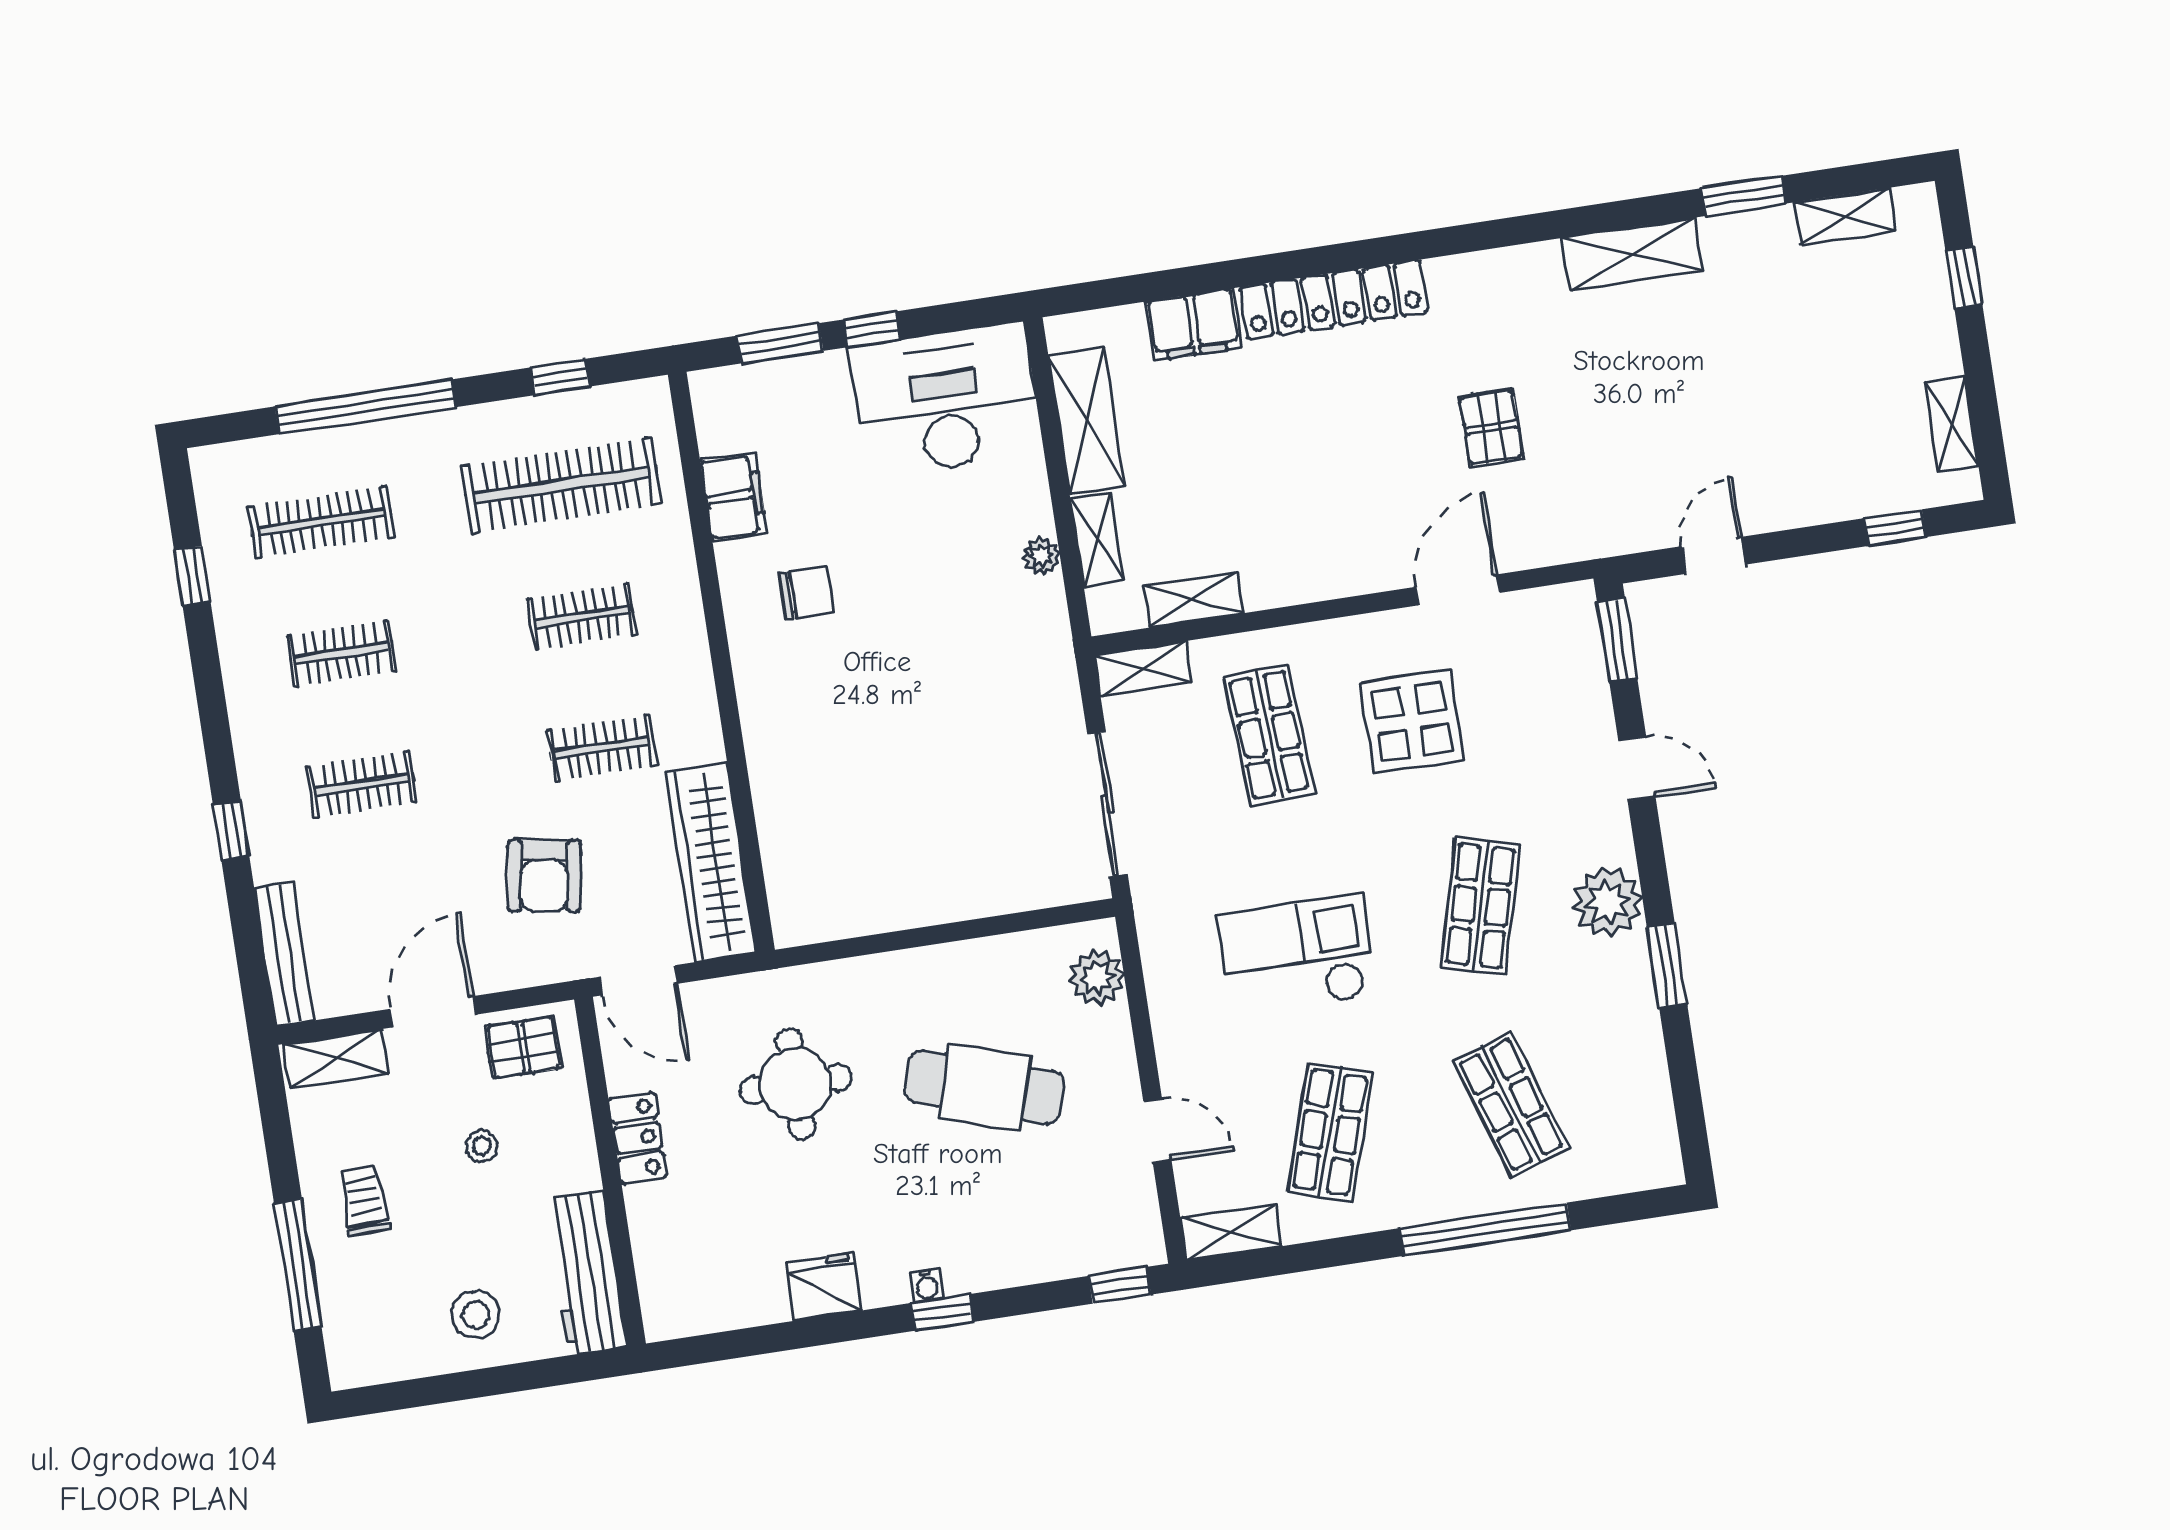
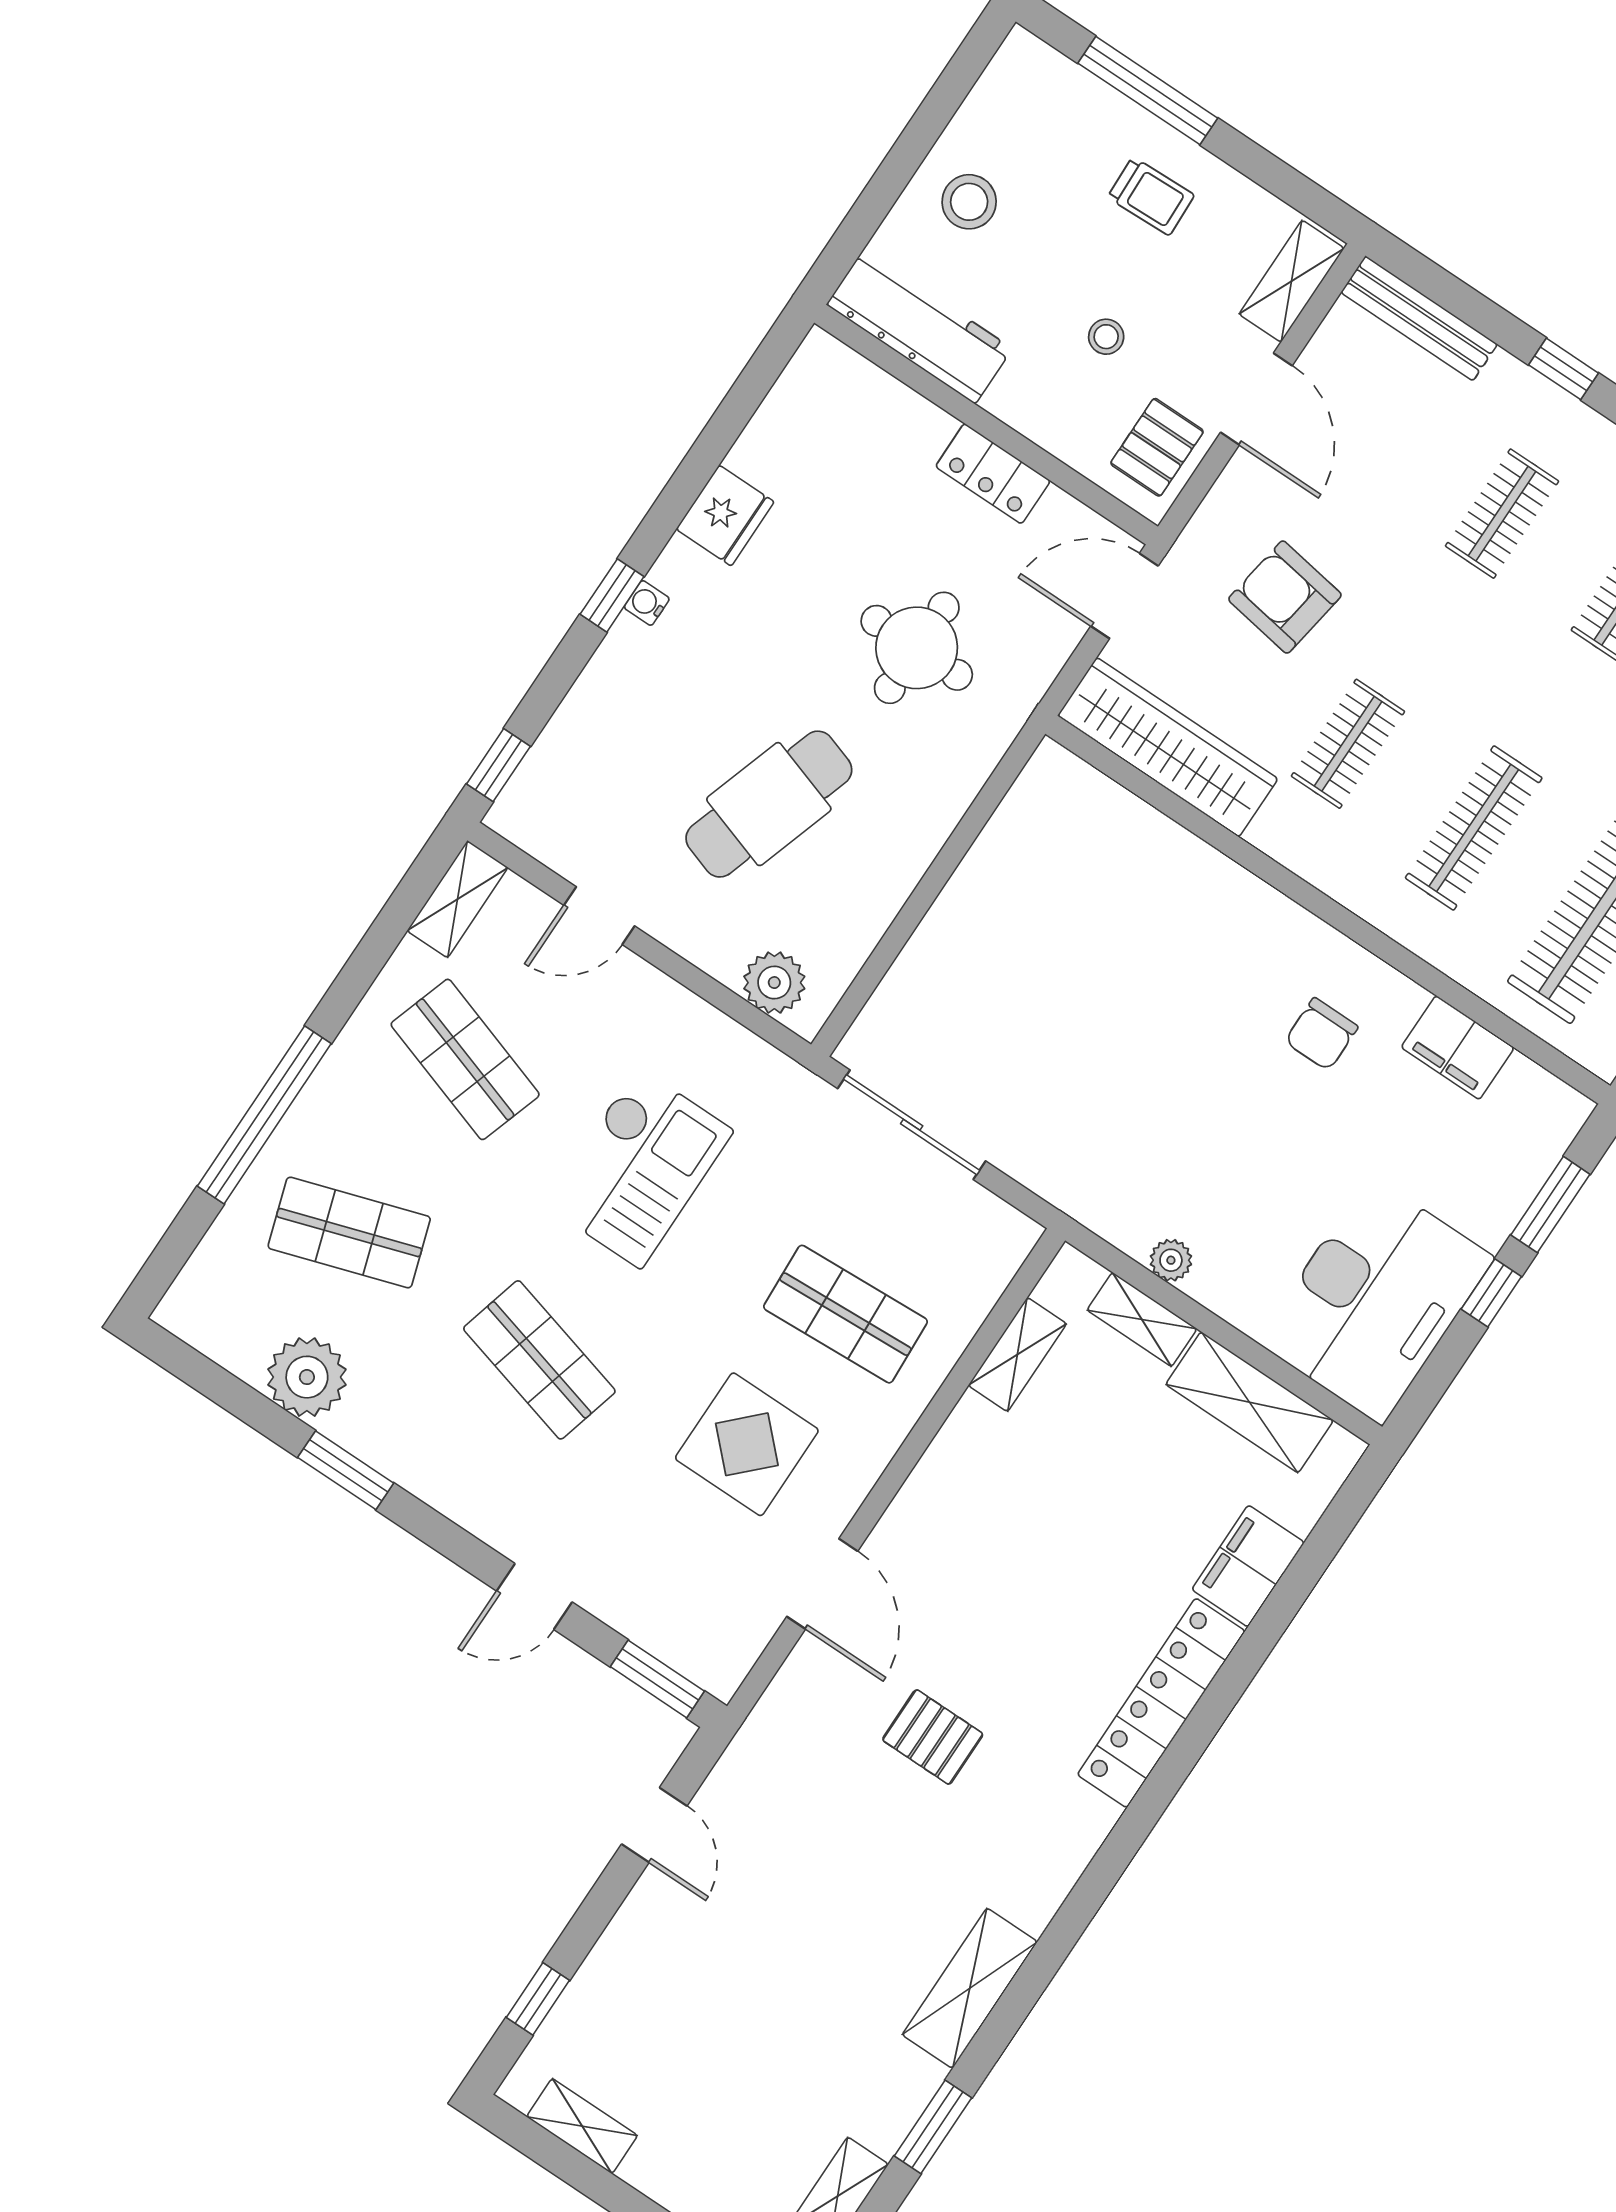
clothes rail: (582, 616) -> (1474, 828), width x1.36
shelving: (1143, 669) -> (998, 1259), removed
plant: (1608, 902) -> (307, 1377), moved

